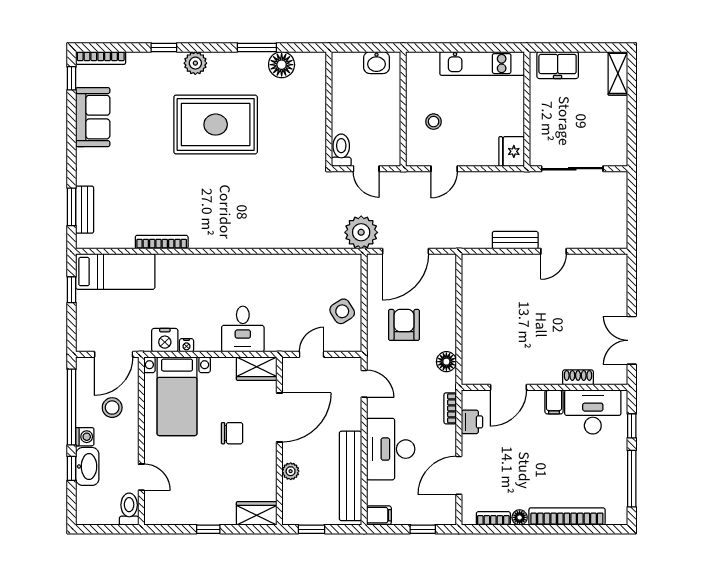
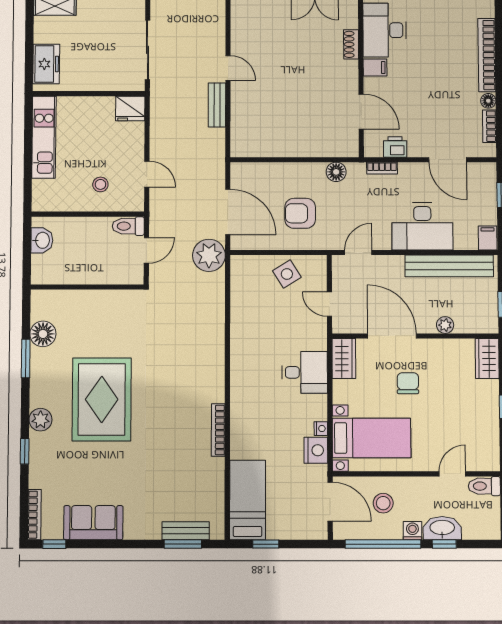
toilet: (341, 150) -> (128, 226), moved
bookcase: (162, 242) -> (218, 430), moved

